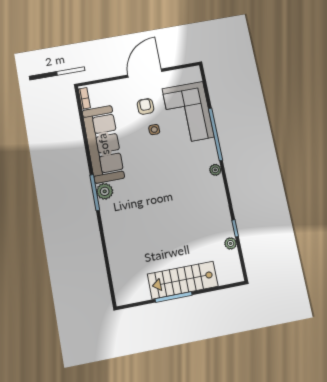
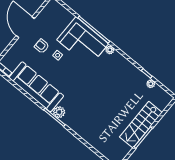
corner sofa: (188, 113) -> (83, 42), moved

